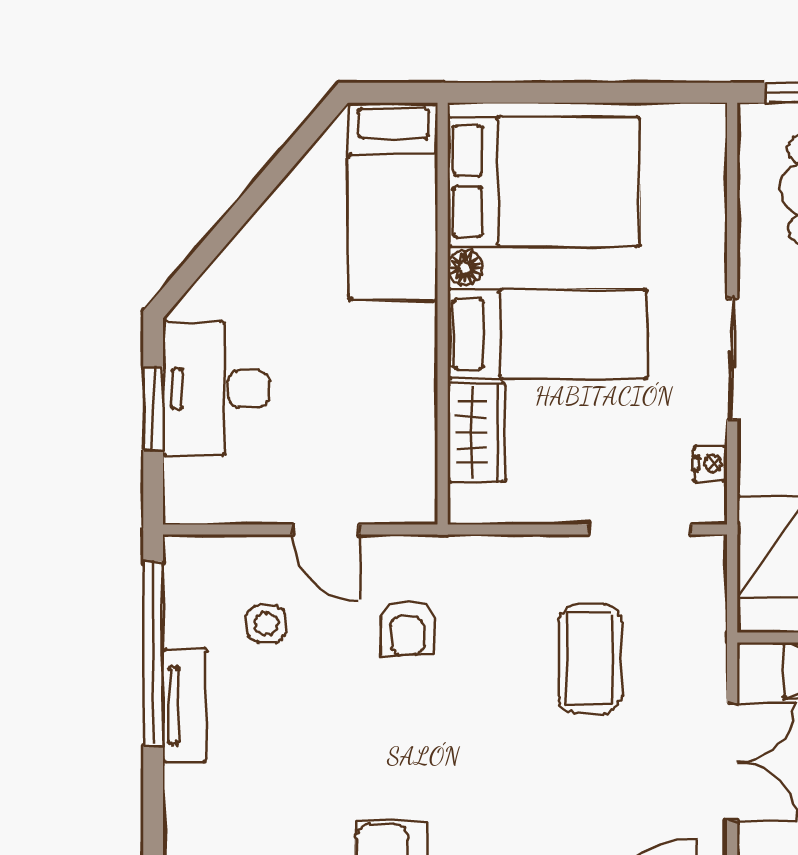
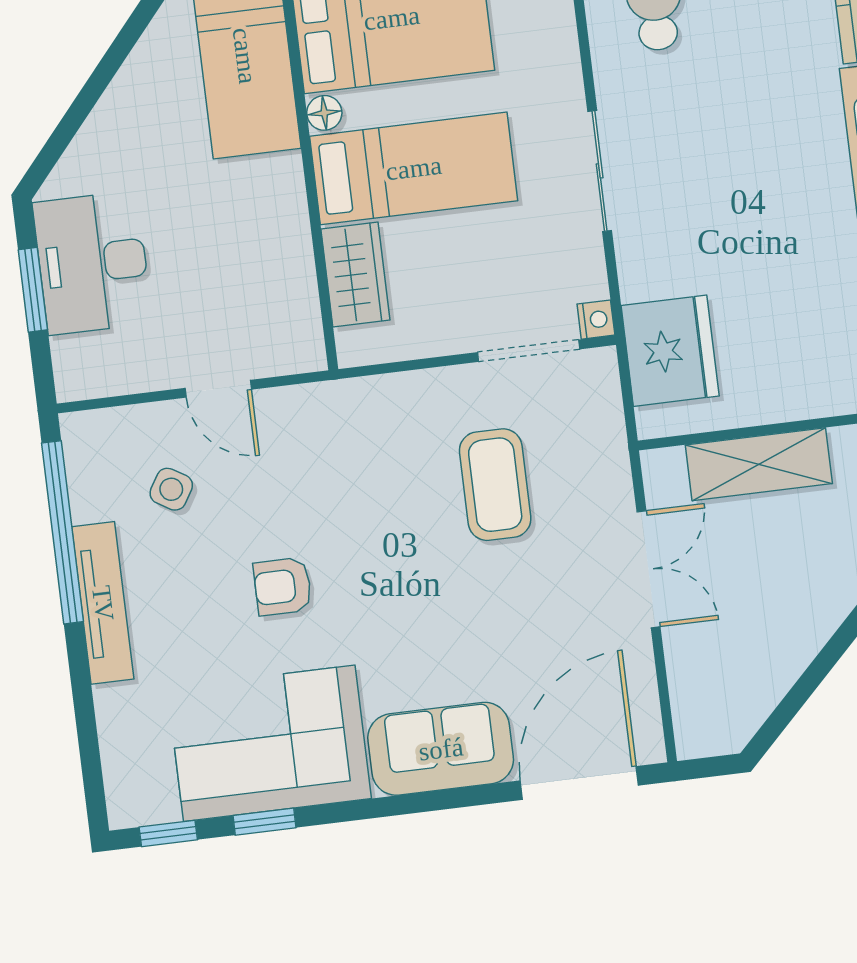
nightstand: (710, 464) -> (596, 320), moved
side table: (267, 624) -> (171, 489), turned 31
armchair: (408, 628) -> (283, 586), moved, turned 90
tv unit: (185, 705) -> (103, 603), width x1.41

